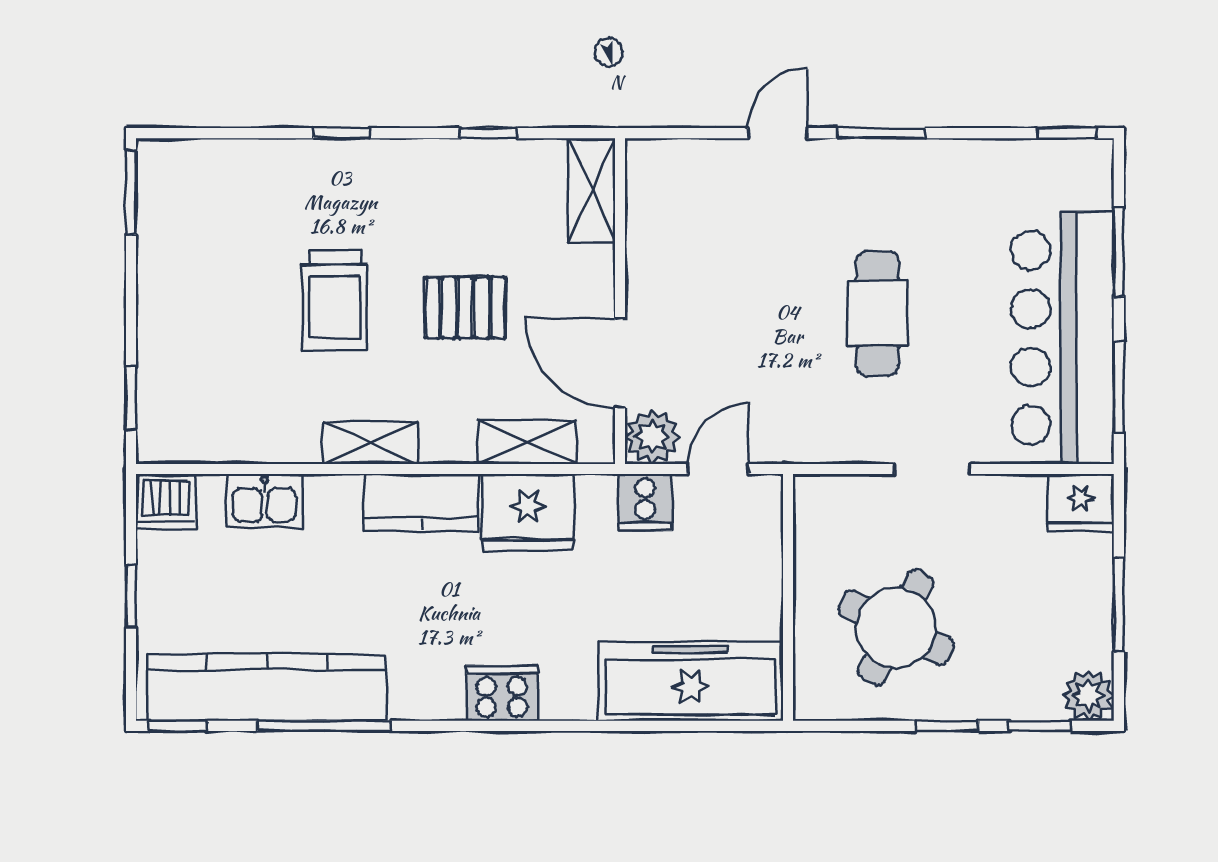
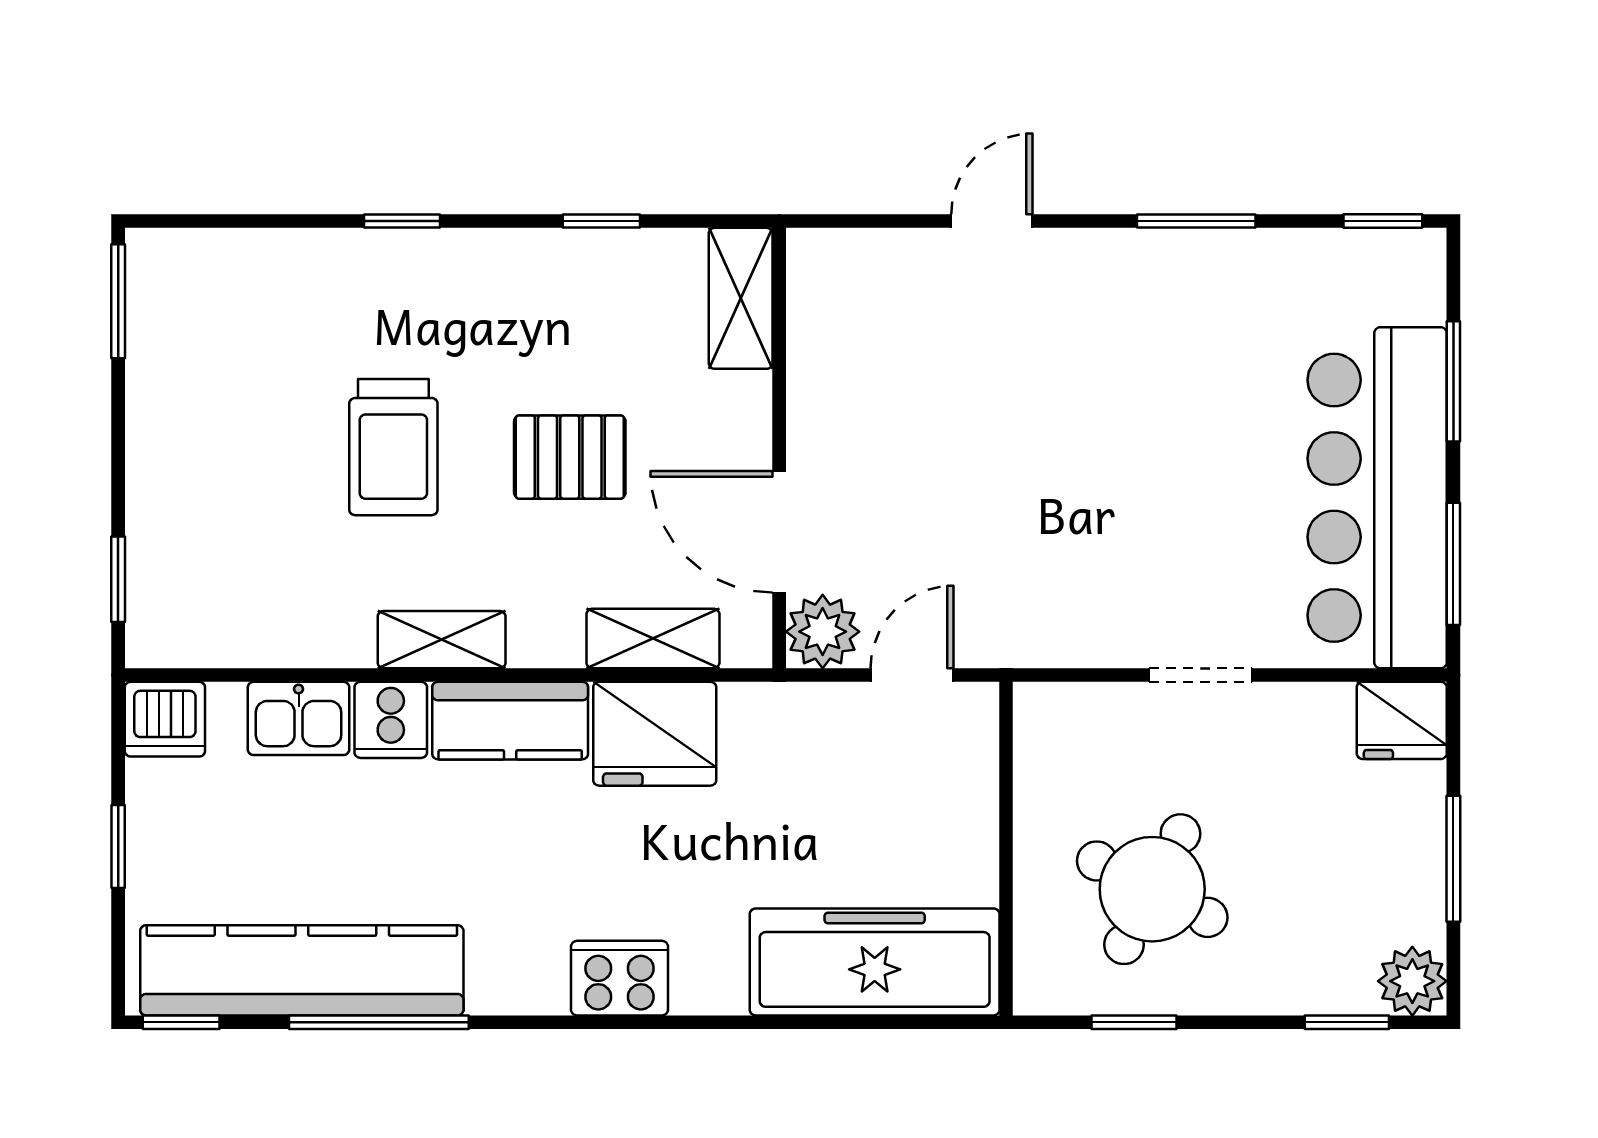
window: (881, 133) -> (1196, 221), moved
cafe table: (878, 314) -> (1127, 465), removed
cooker: (645, 502) -> (391, 720), moved
window: (947, 726) -> (1134, 1022), moved

